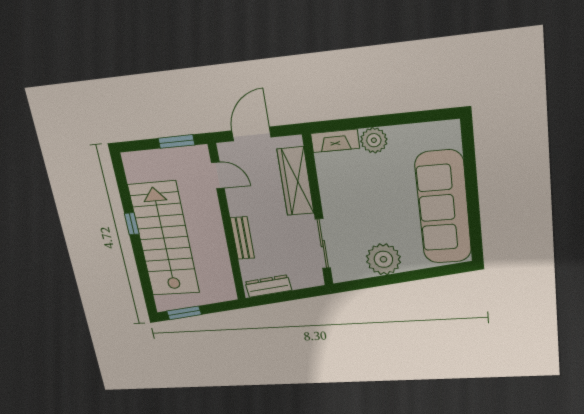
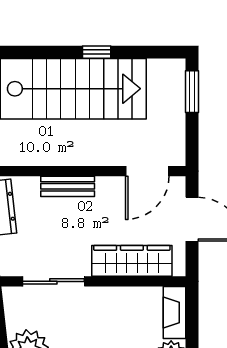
window: (176, 142) -> (192, 92), moved
door: (218, 175) -> (147, 171), width x1.38

